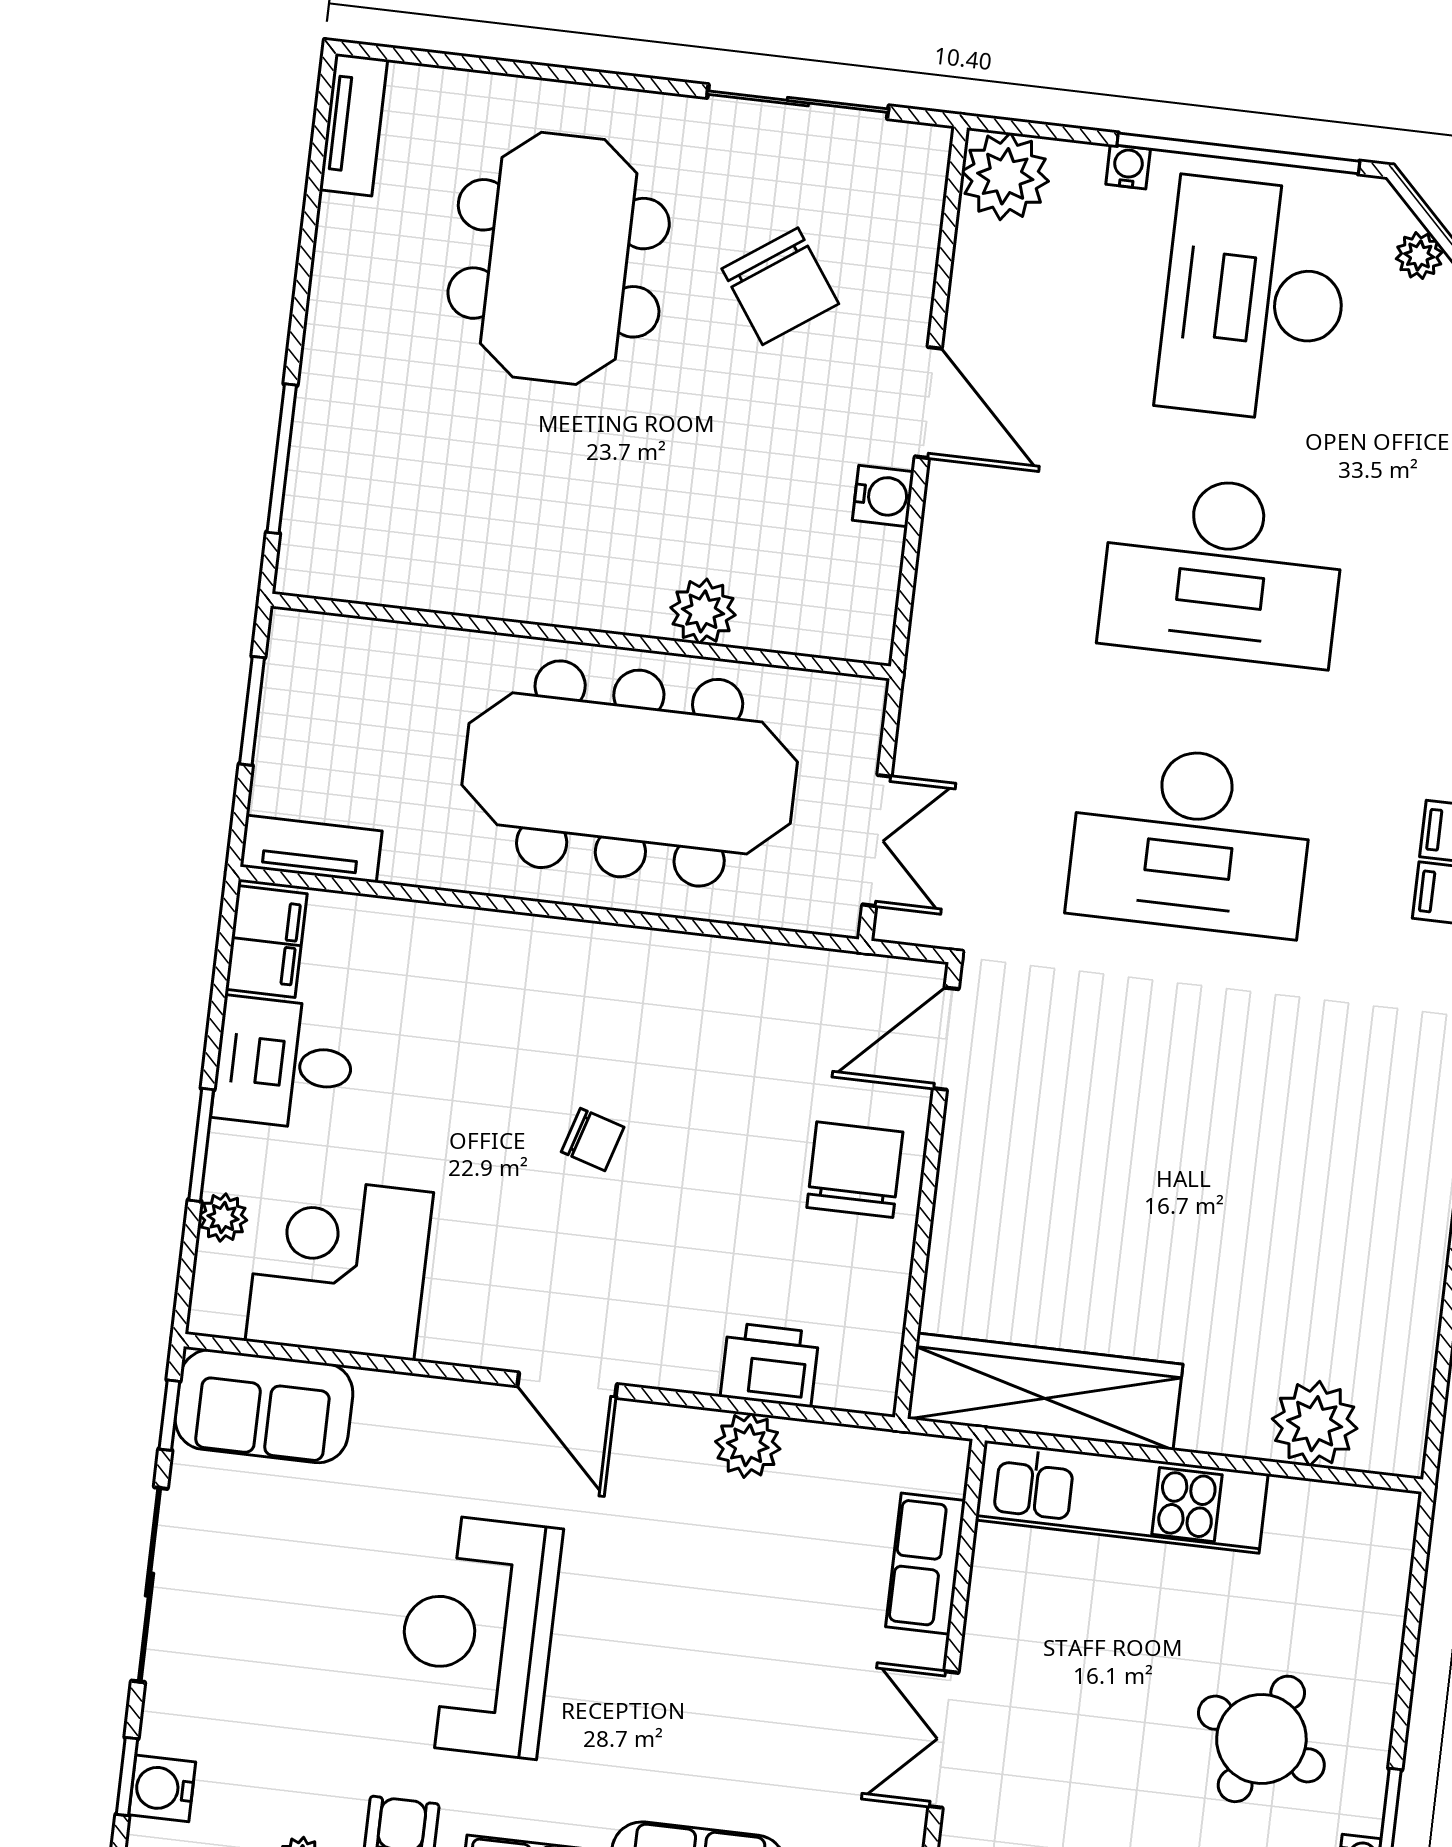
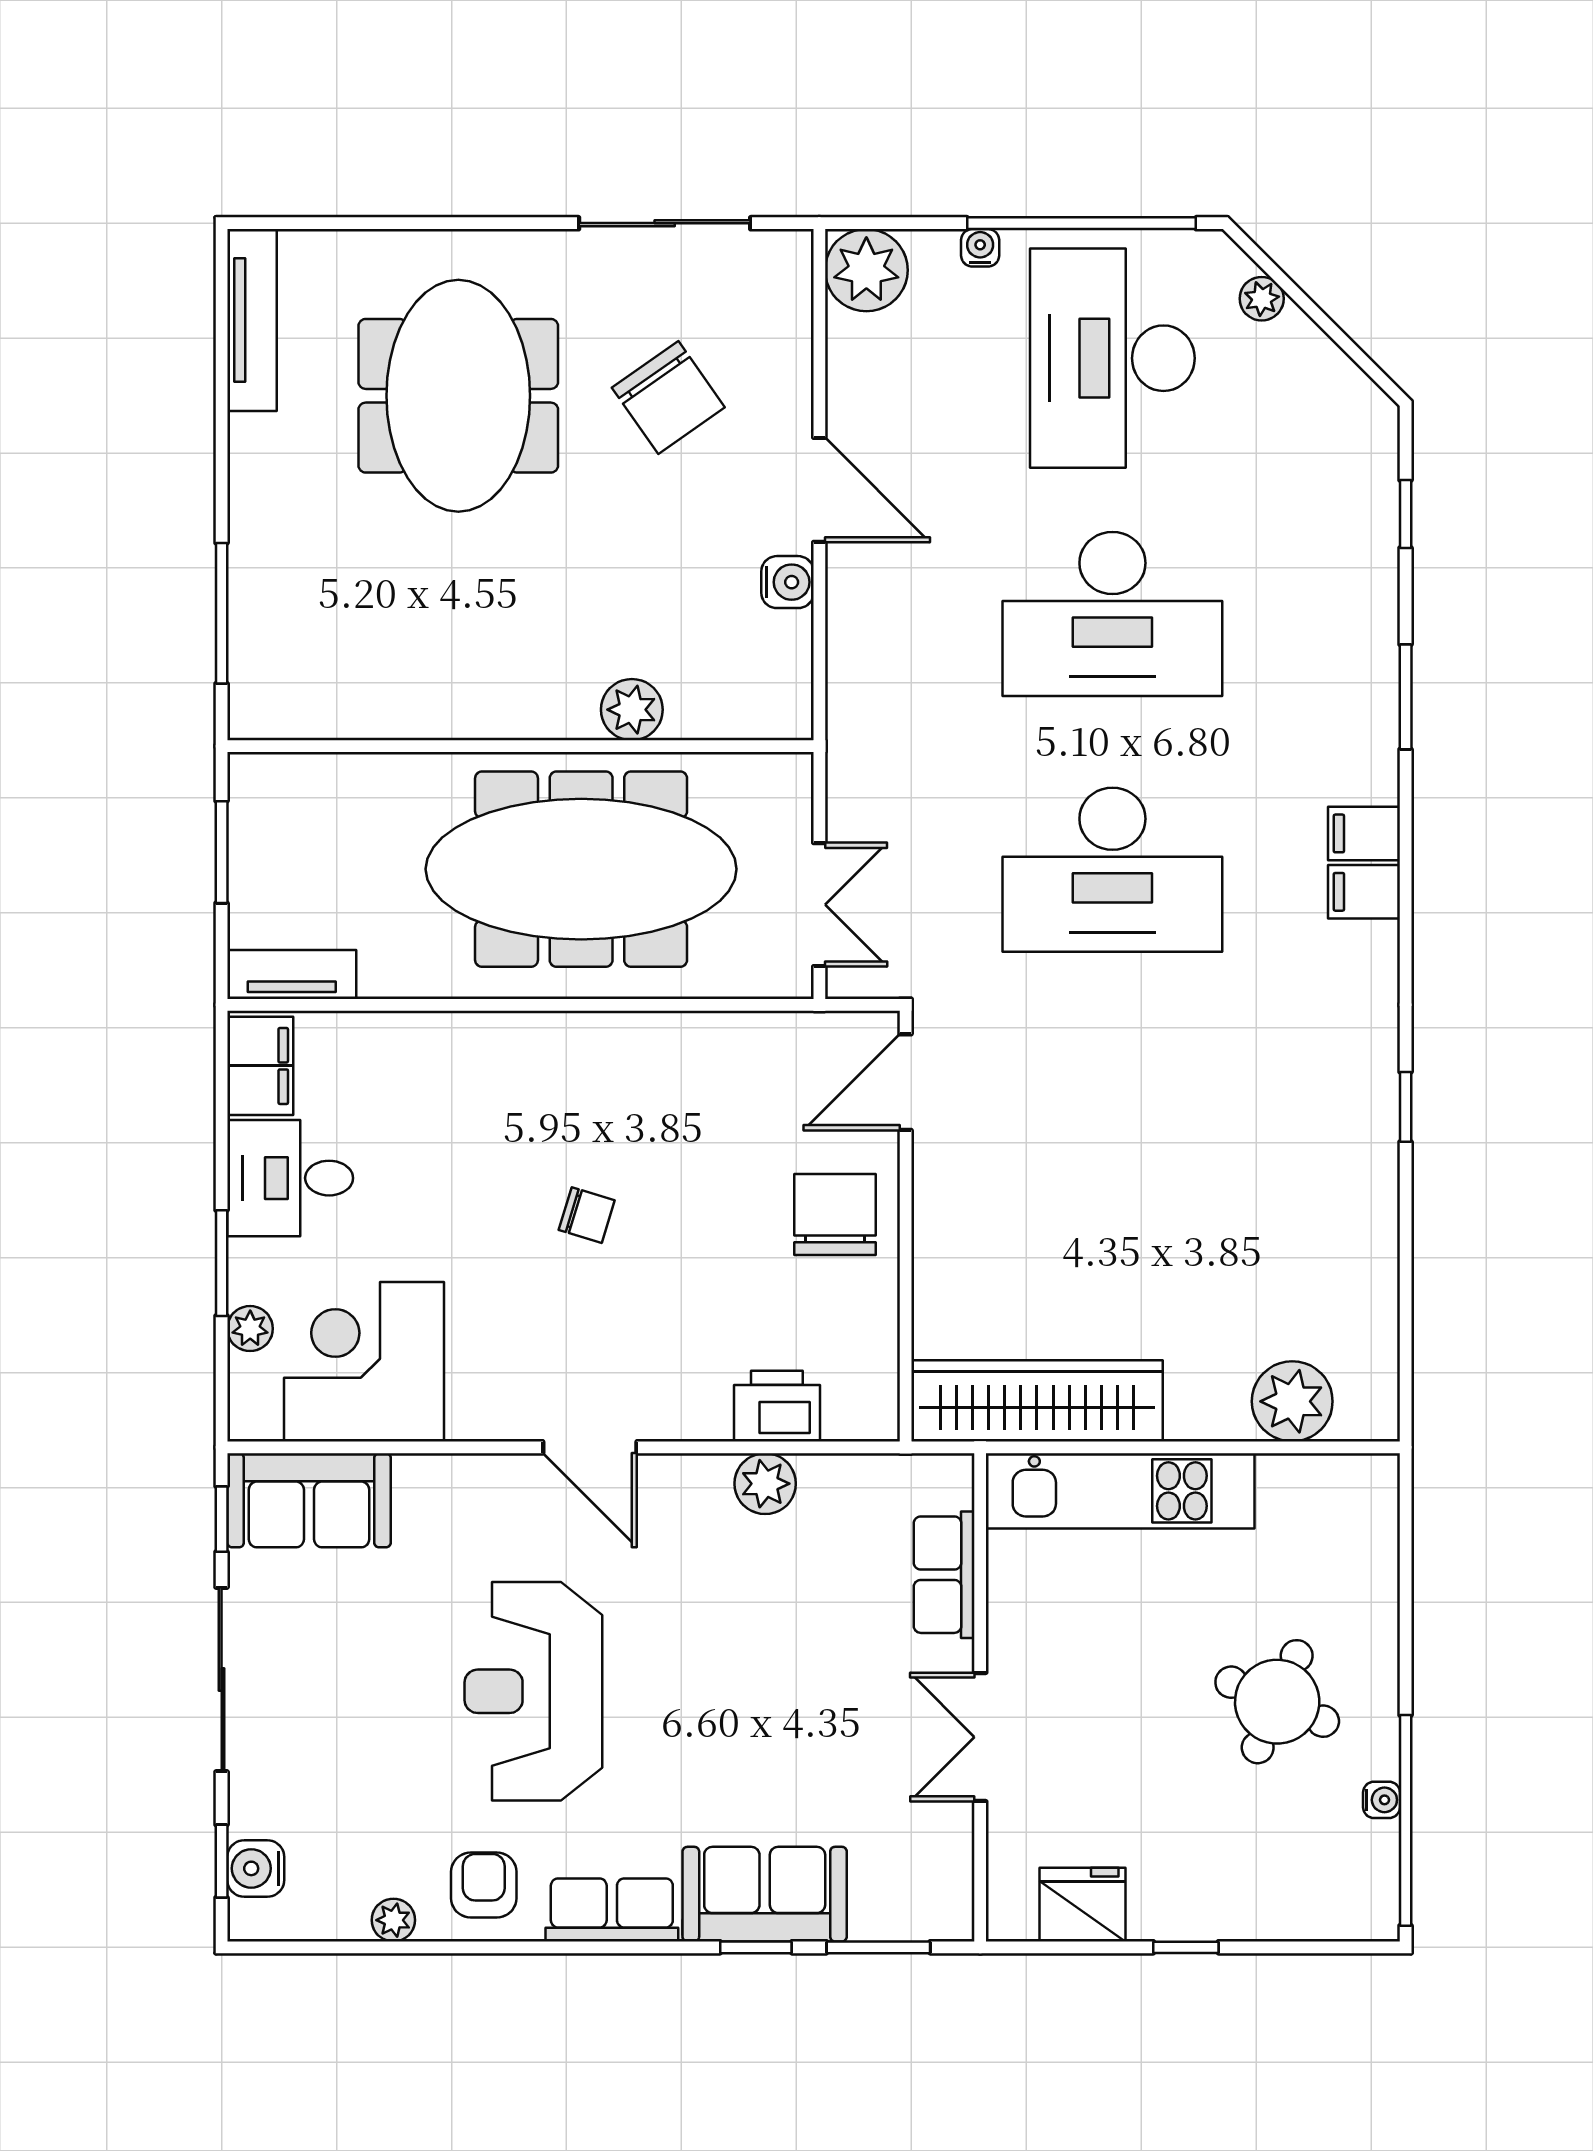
tv unit: (354, 125) -> (252, 320), width x1.41

